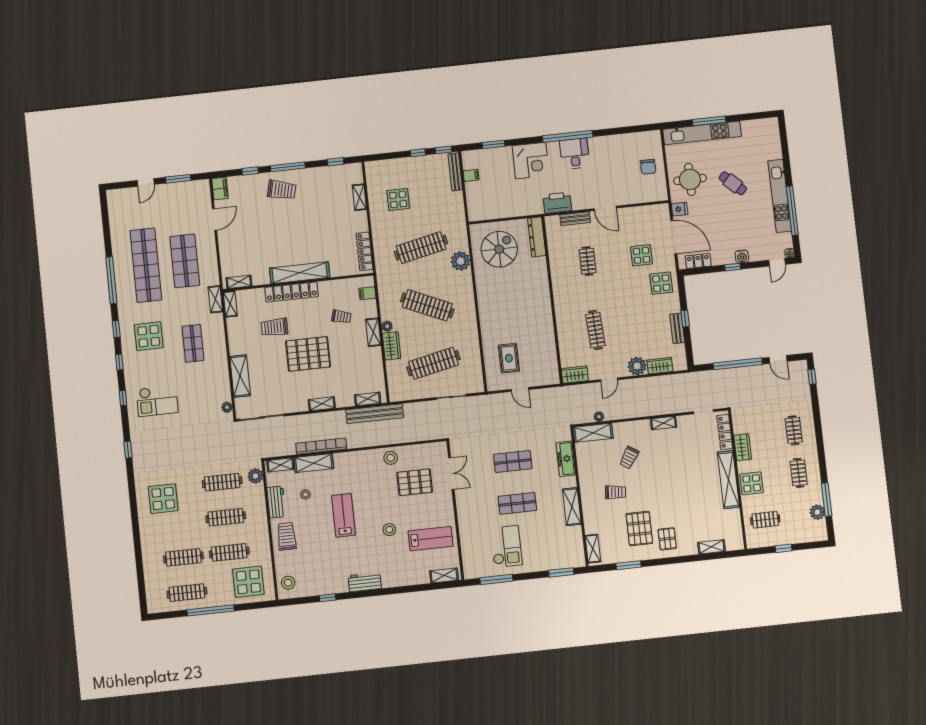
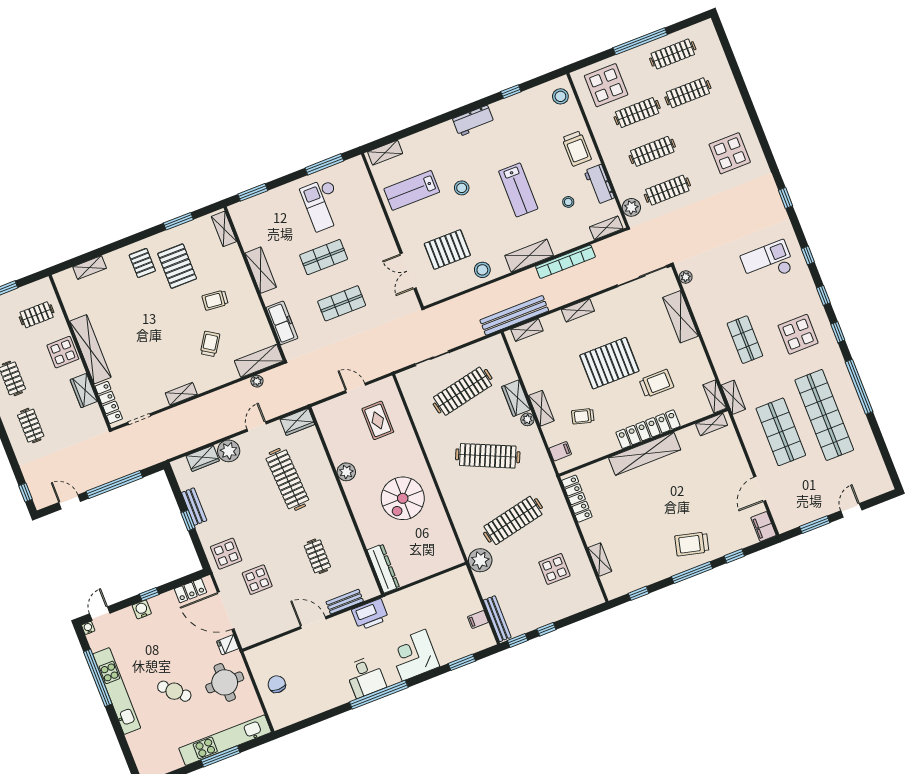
spiral stairs: (499, 249) -> (403, 498), moved
plant: (461, 261) -> (480, 560), moved
plant: (546, 323) -> (346, 472), added
clothes rail: (595, 330) -> (287, 479), width x1.37, depth x1.31
shelving: (314, 463) -> (529, 256), moved

